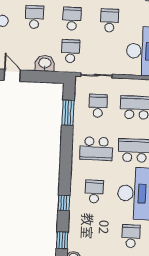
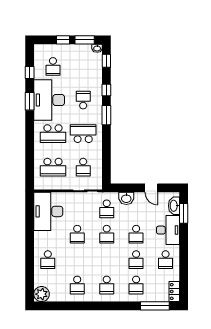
window: (68, 113) -> (106, 115), moved
school desk: (94, 192) -> (83, 100), turned 180

